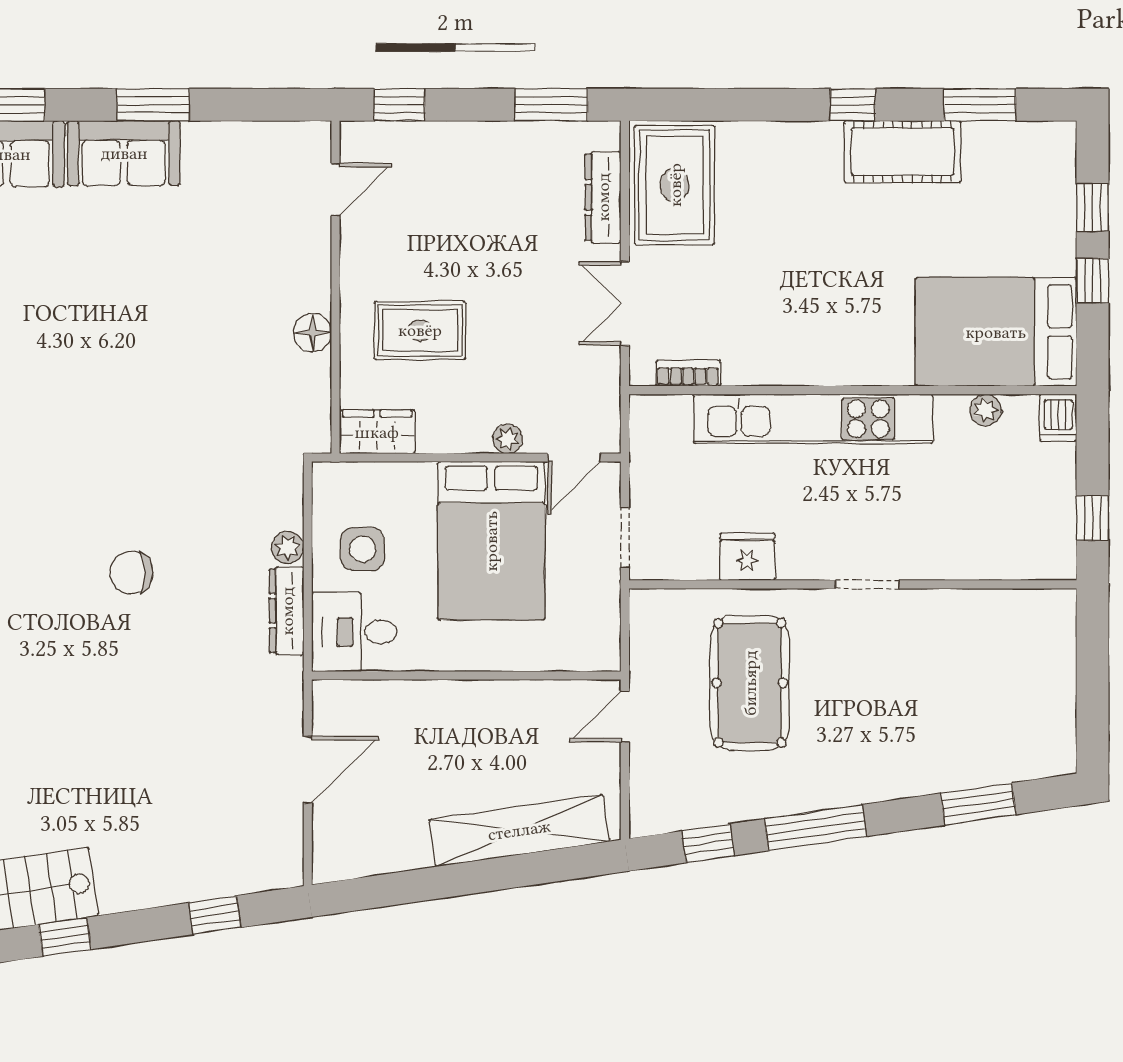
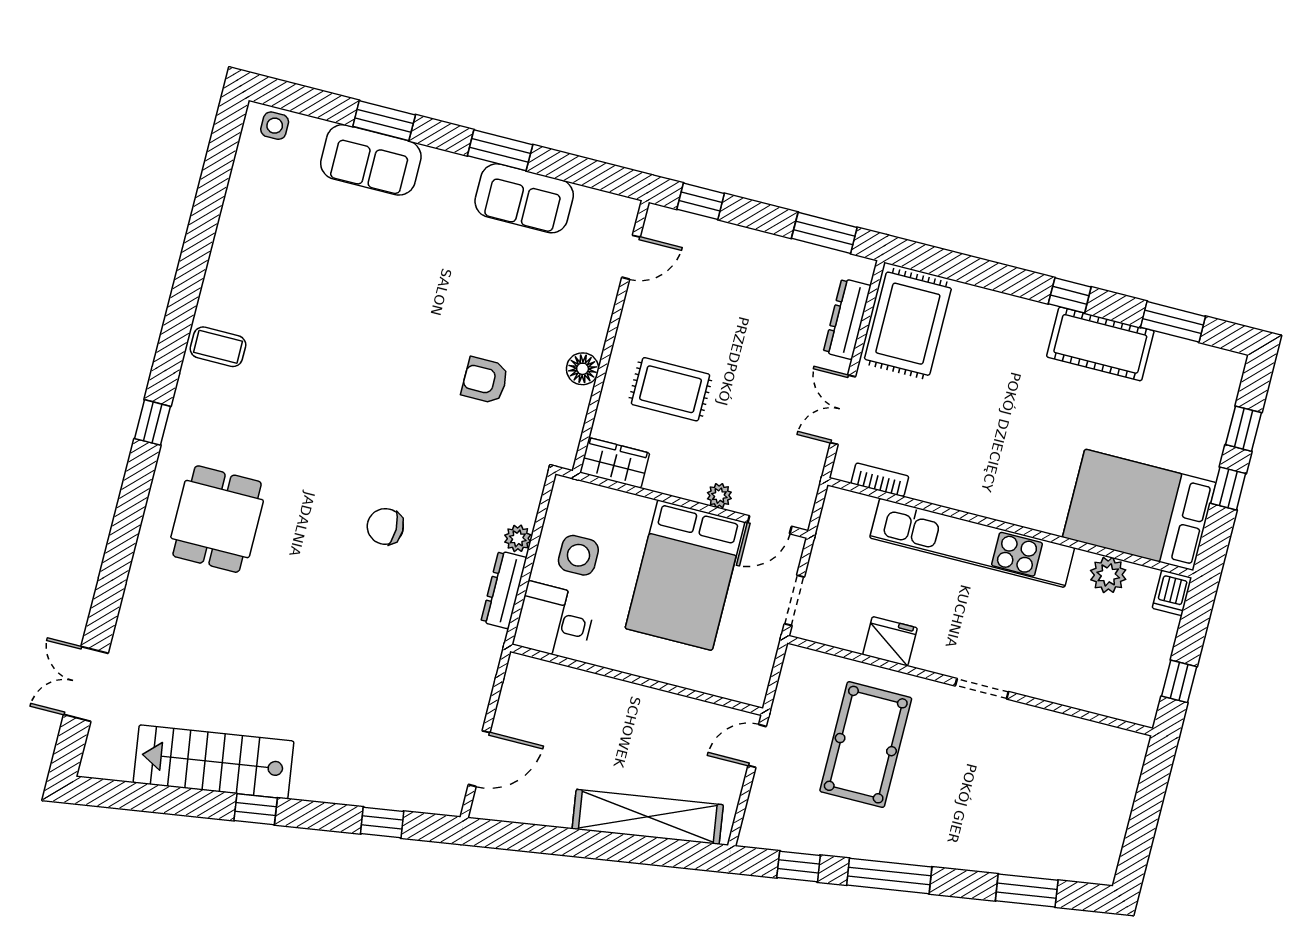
sofa: (124, 153) -> (524, 198), moved
armchair: (203, 375) -> (485, 380), added
plant: (985, 410) -> (1108, 575), width x1.38, depth x1.38
door: (308, 770) -> (479, 759), moved

